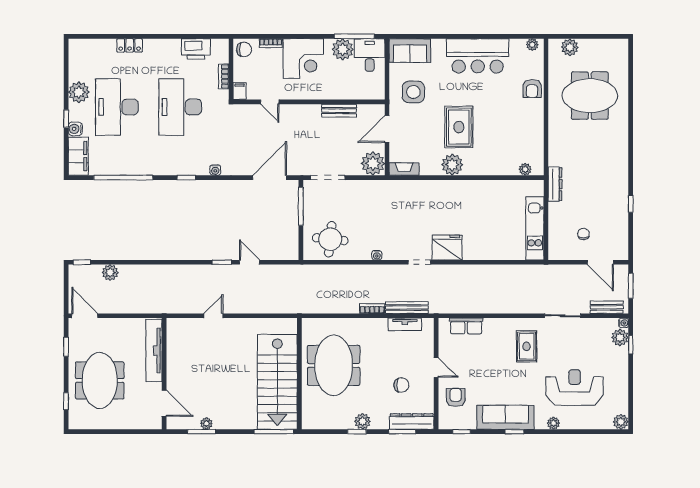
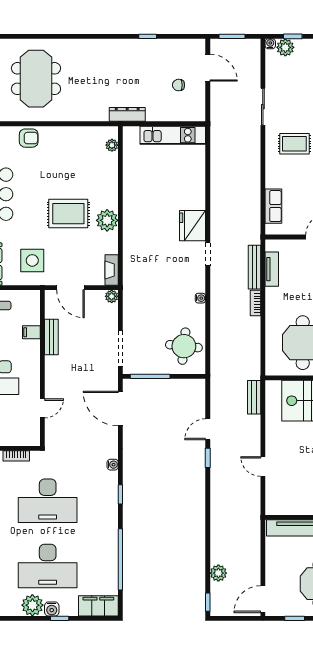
filing cabinet: (240, 91) -> (31, 332), moved
water cooler: (75, 129) -> (52, 609), moved
plant: (373, 163) -> (112, 296), width x0.53, depth x0.53
door: (600, 262) -> (208, 68), hinge flipped
bench: (607, 307) -> (254, 397), moved

